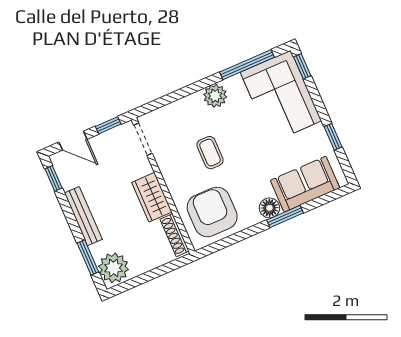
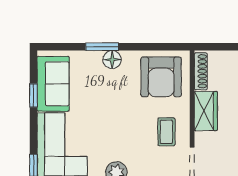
coffee table: (210, 153) -> (166, 132), moved
sofa: (305, 184) -> (53, 84), moved, turned -90

